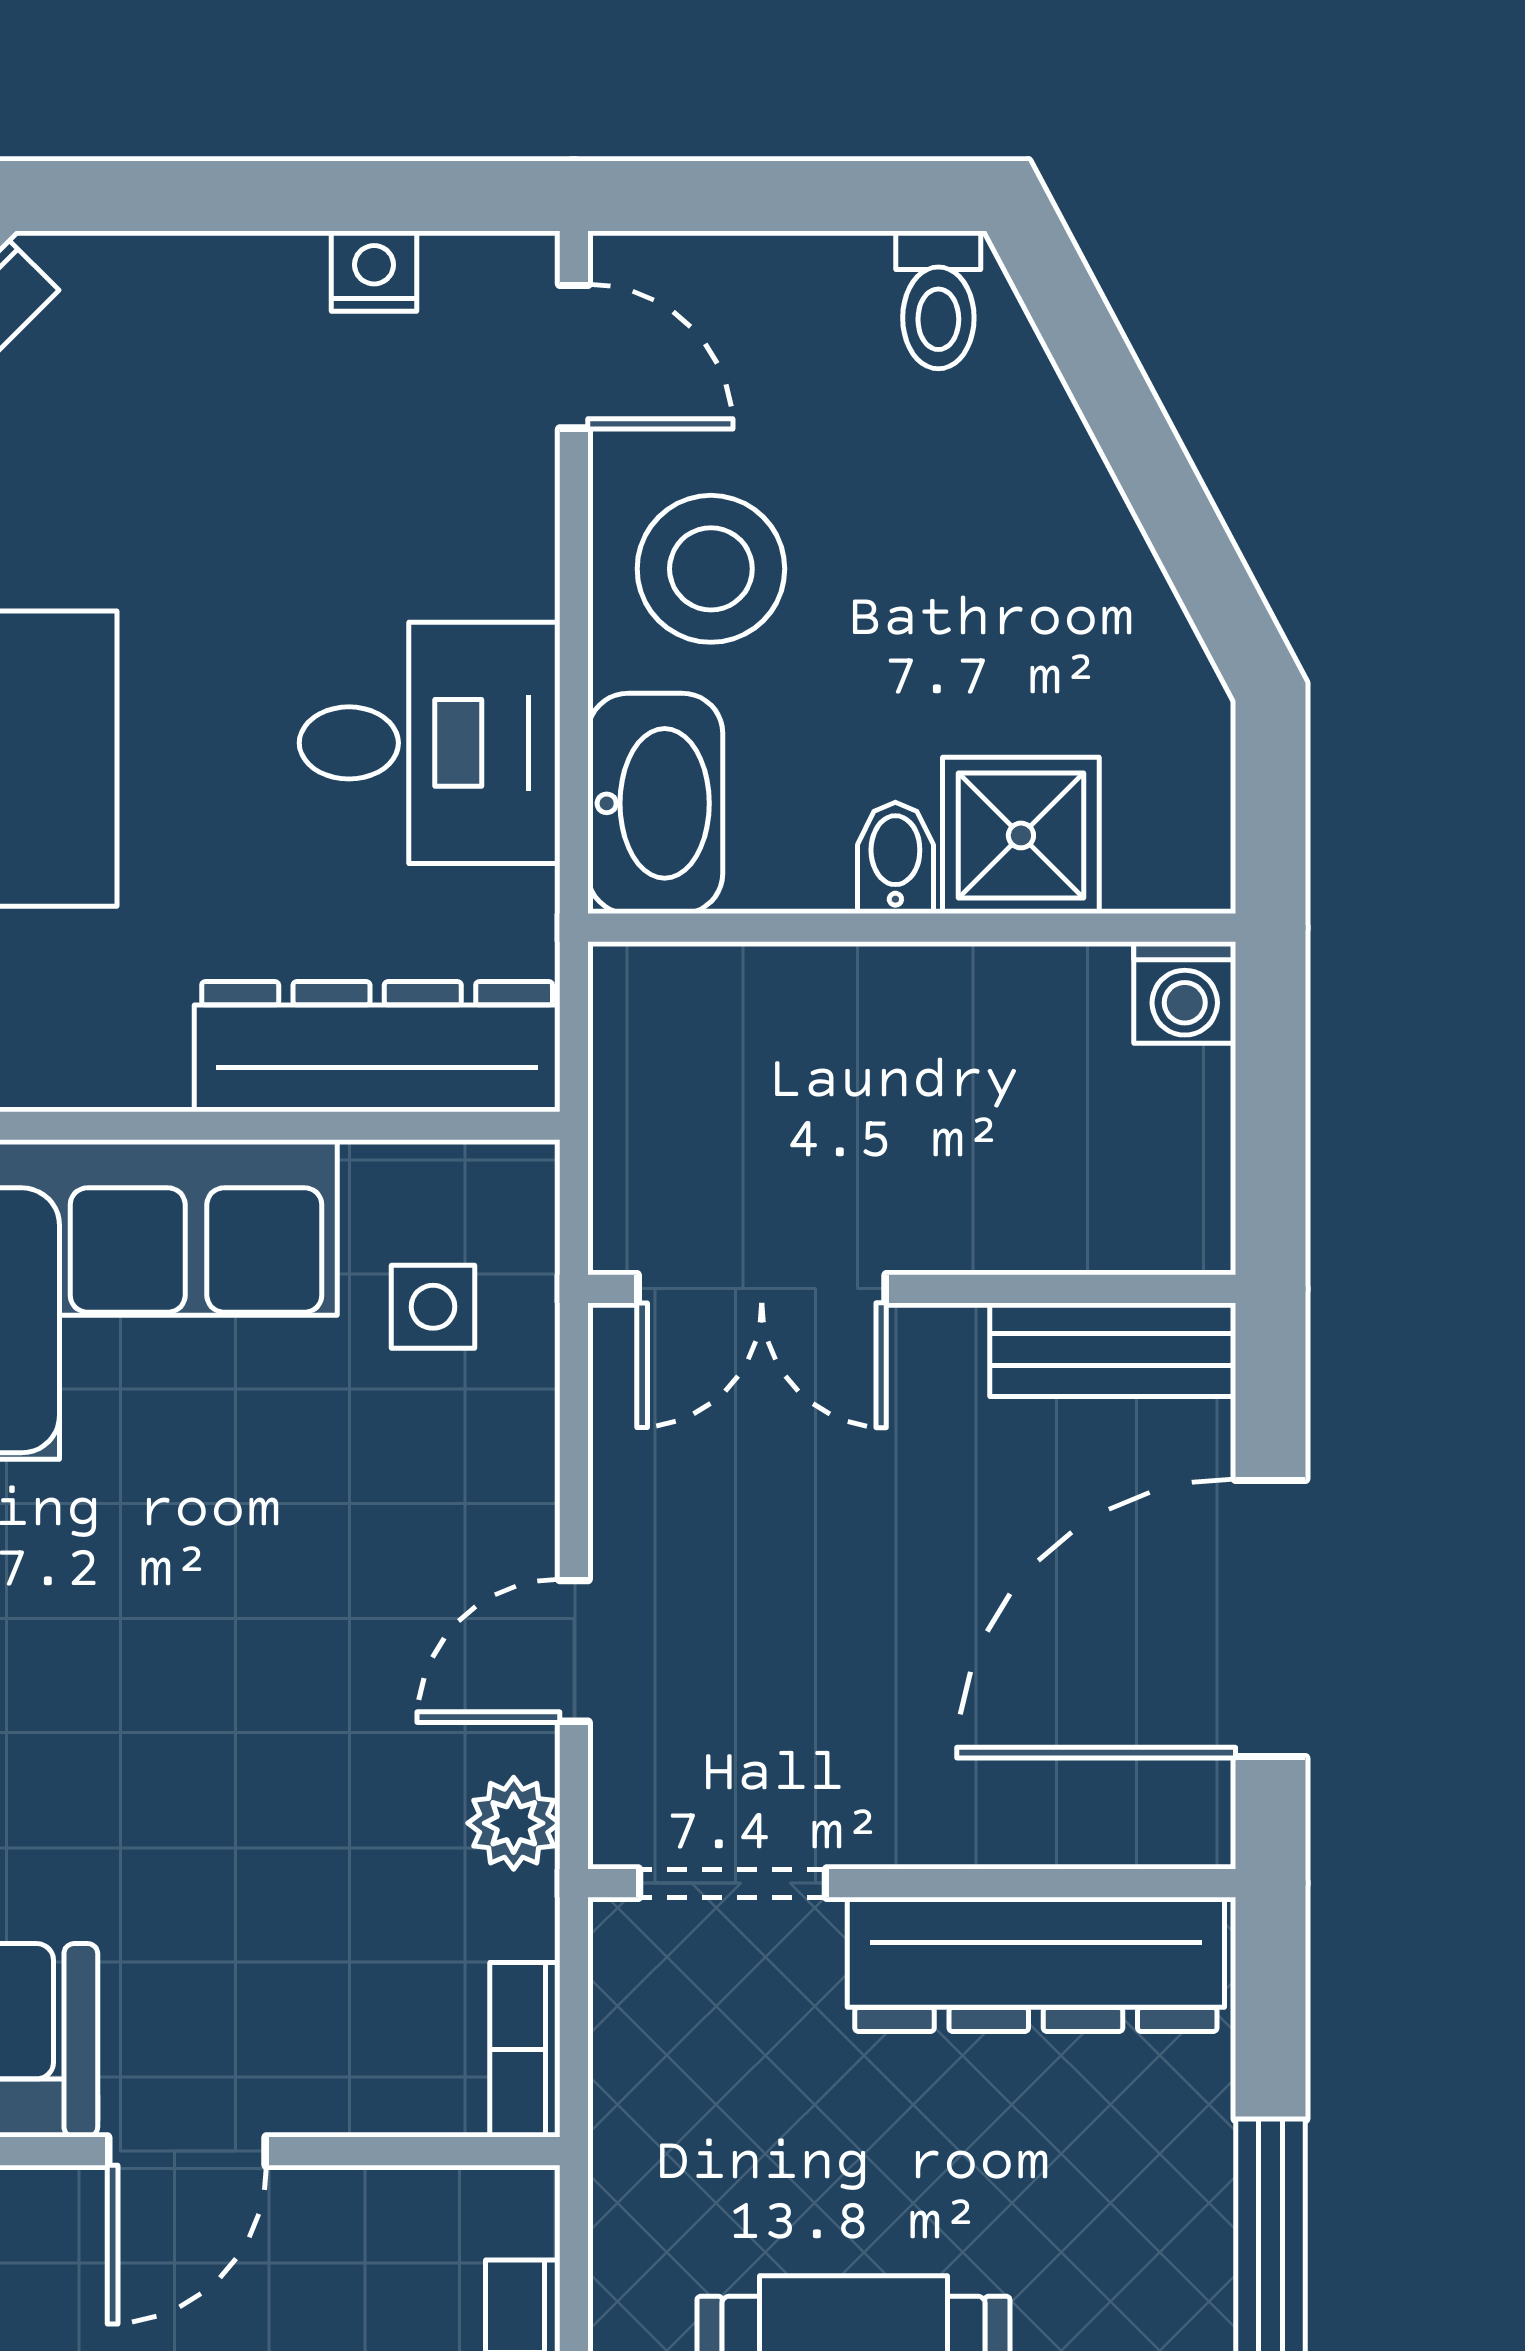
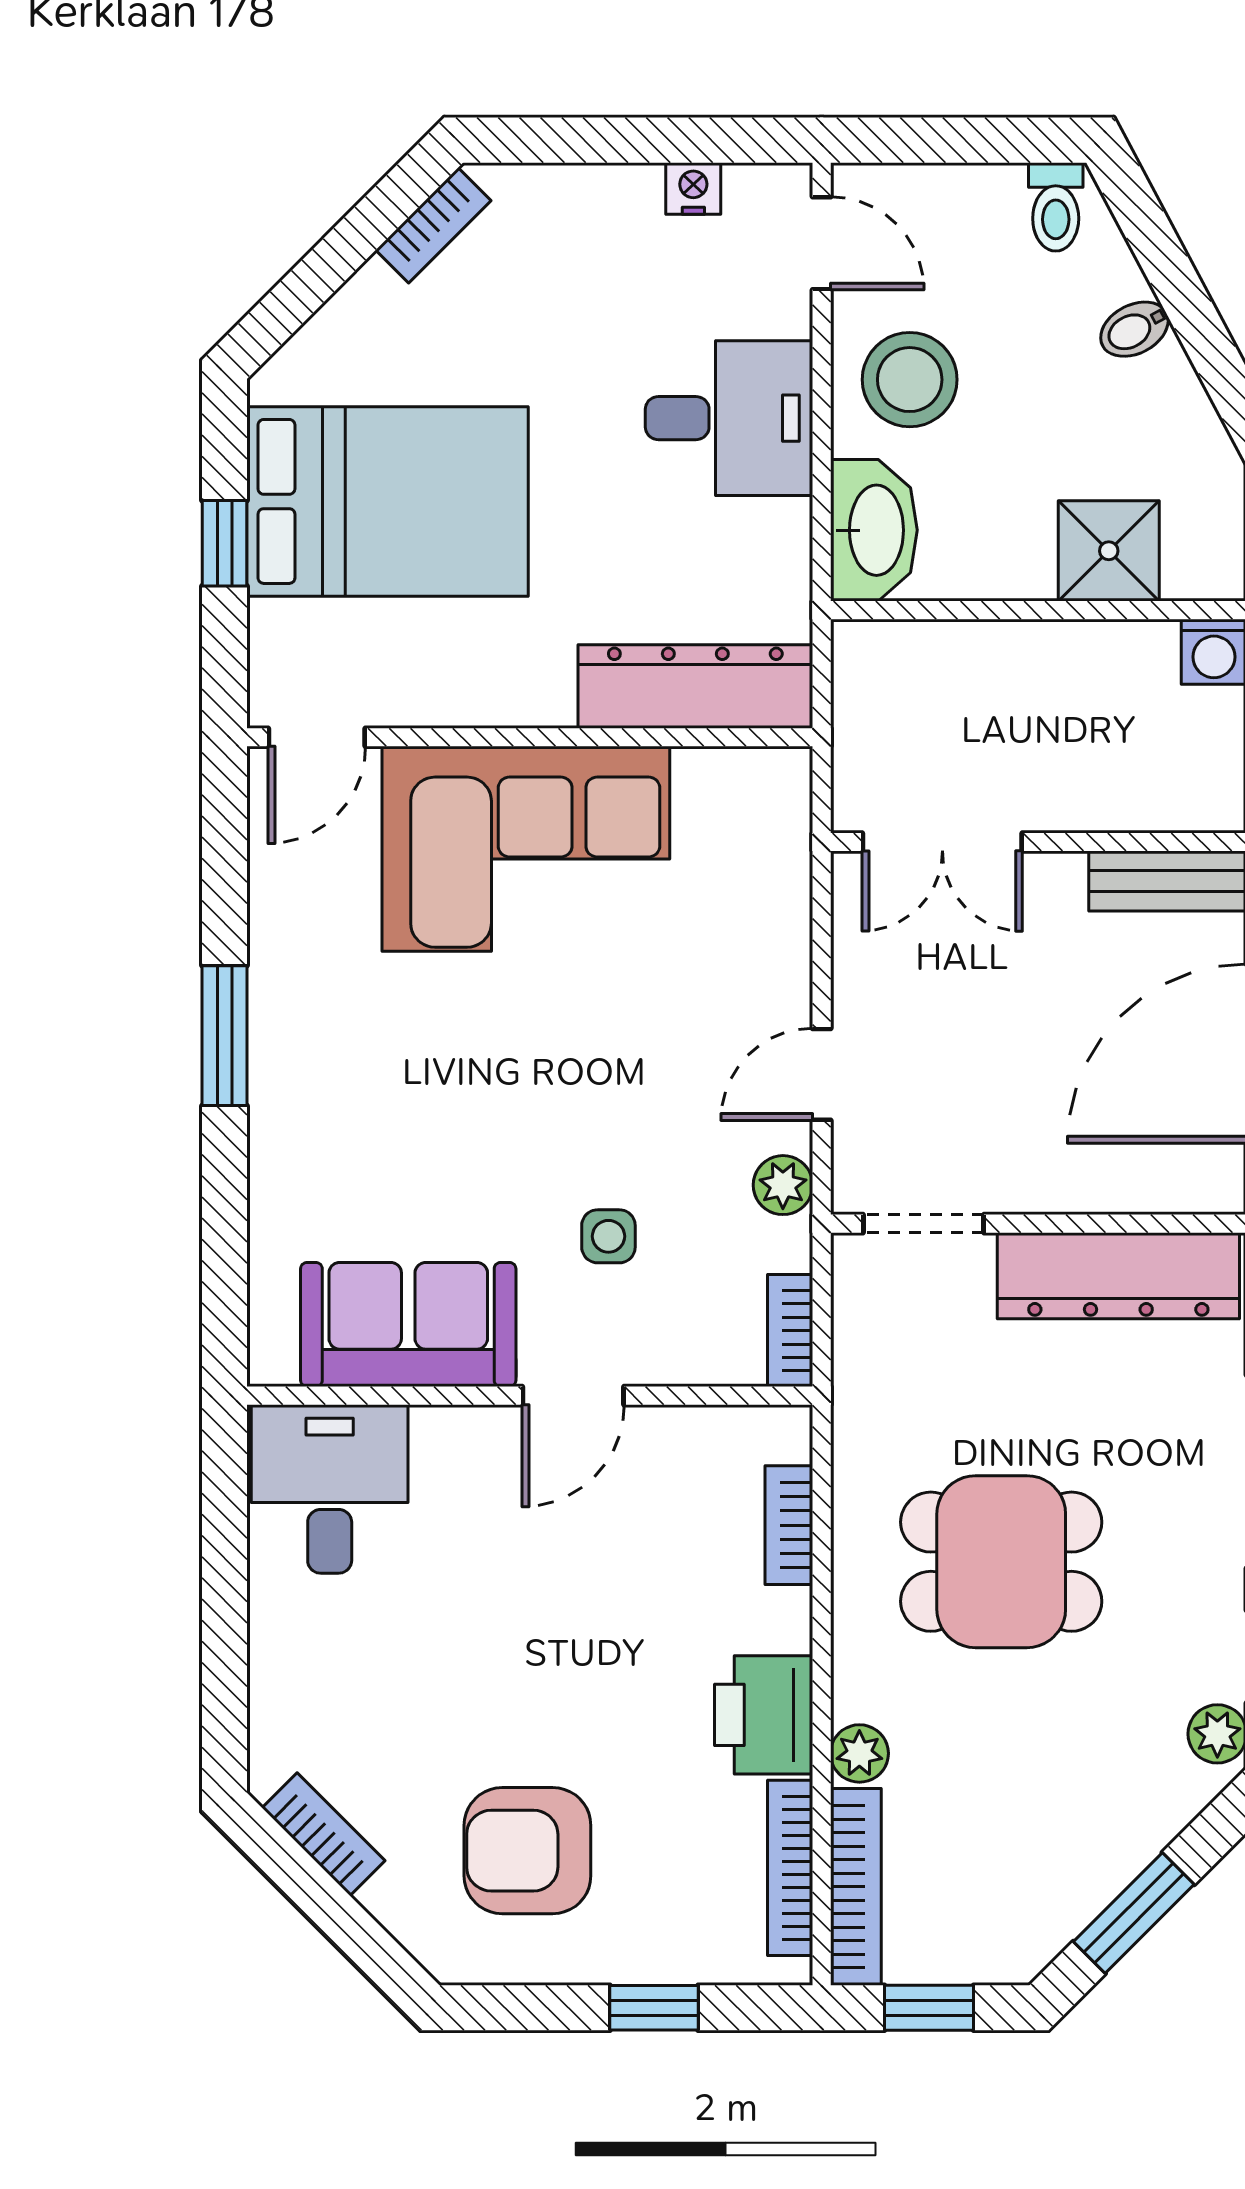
desk: (430, 743) -> (729, 418), moved
bidet: (895, 858) -> (1134, 329), moved, turned -118
side table: (433, 1307) -> (608, 1236), moved

